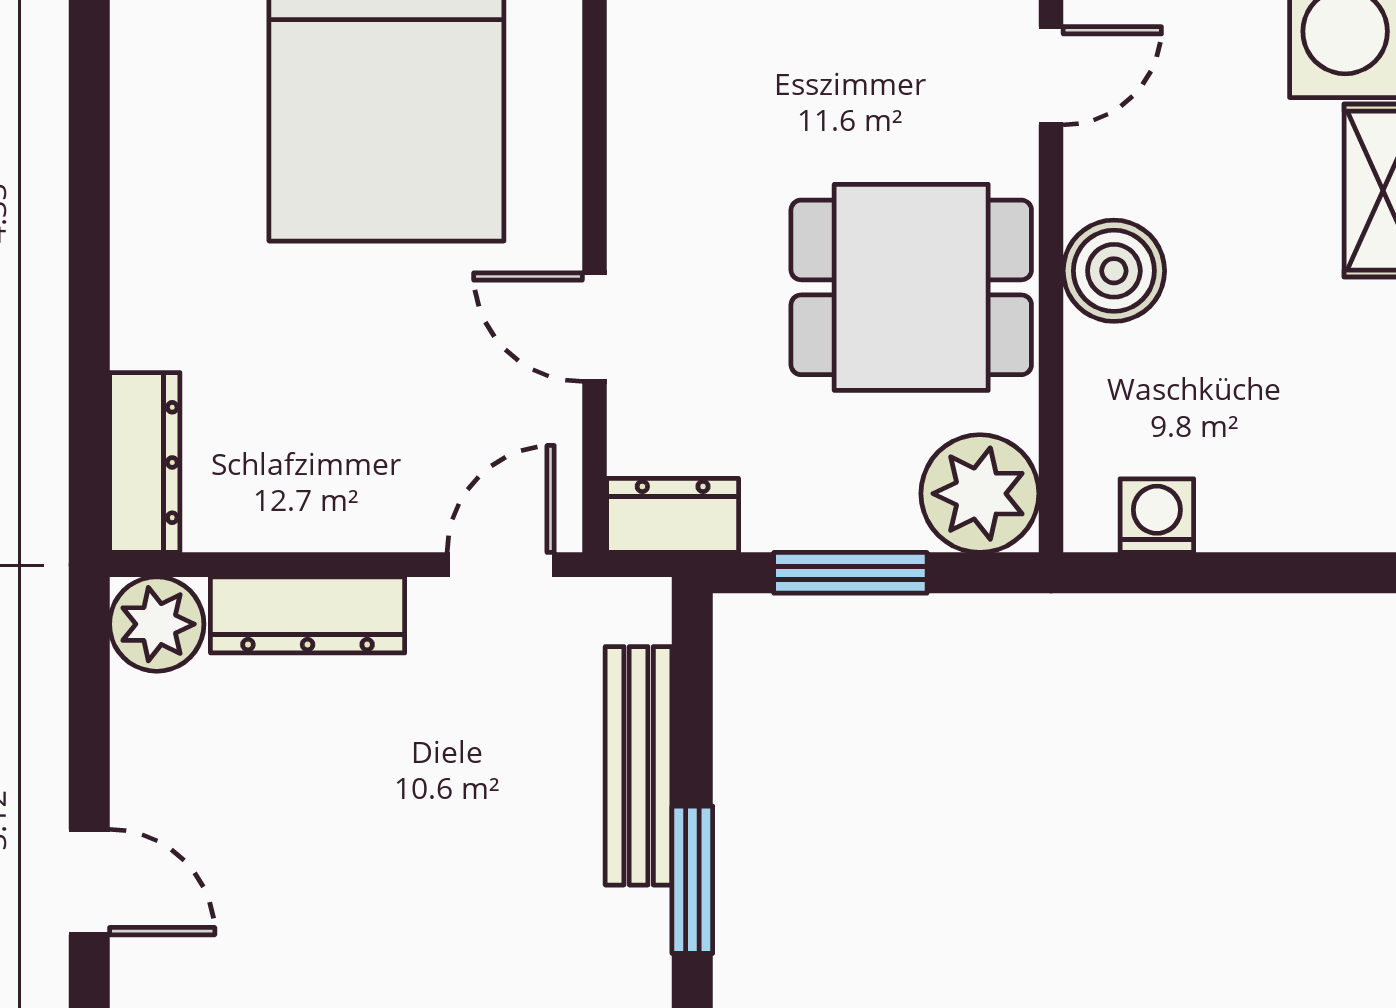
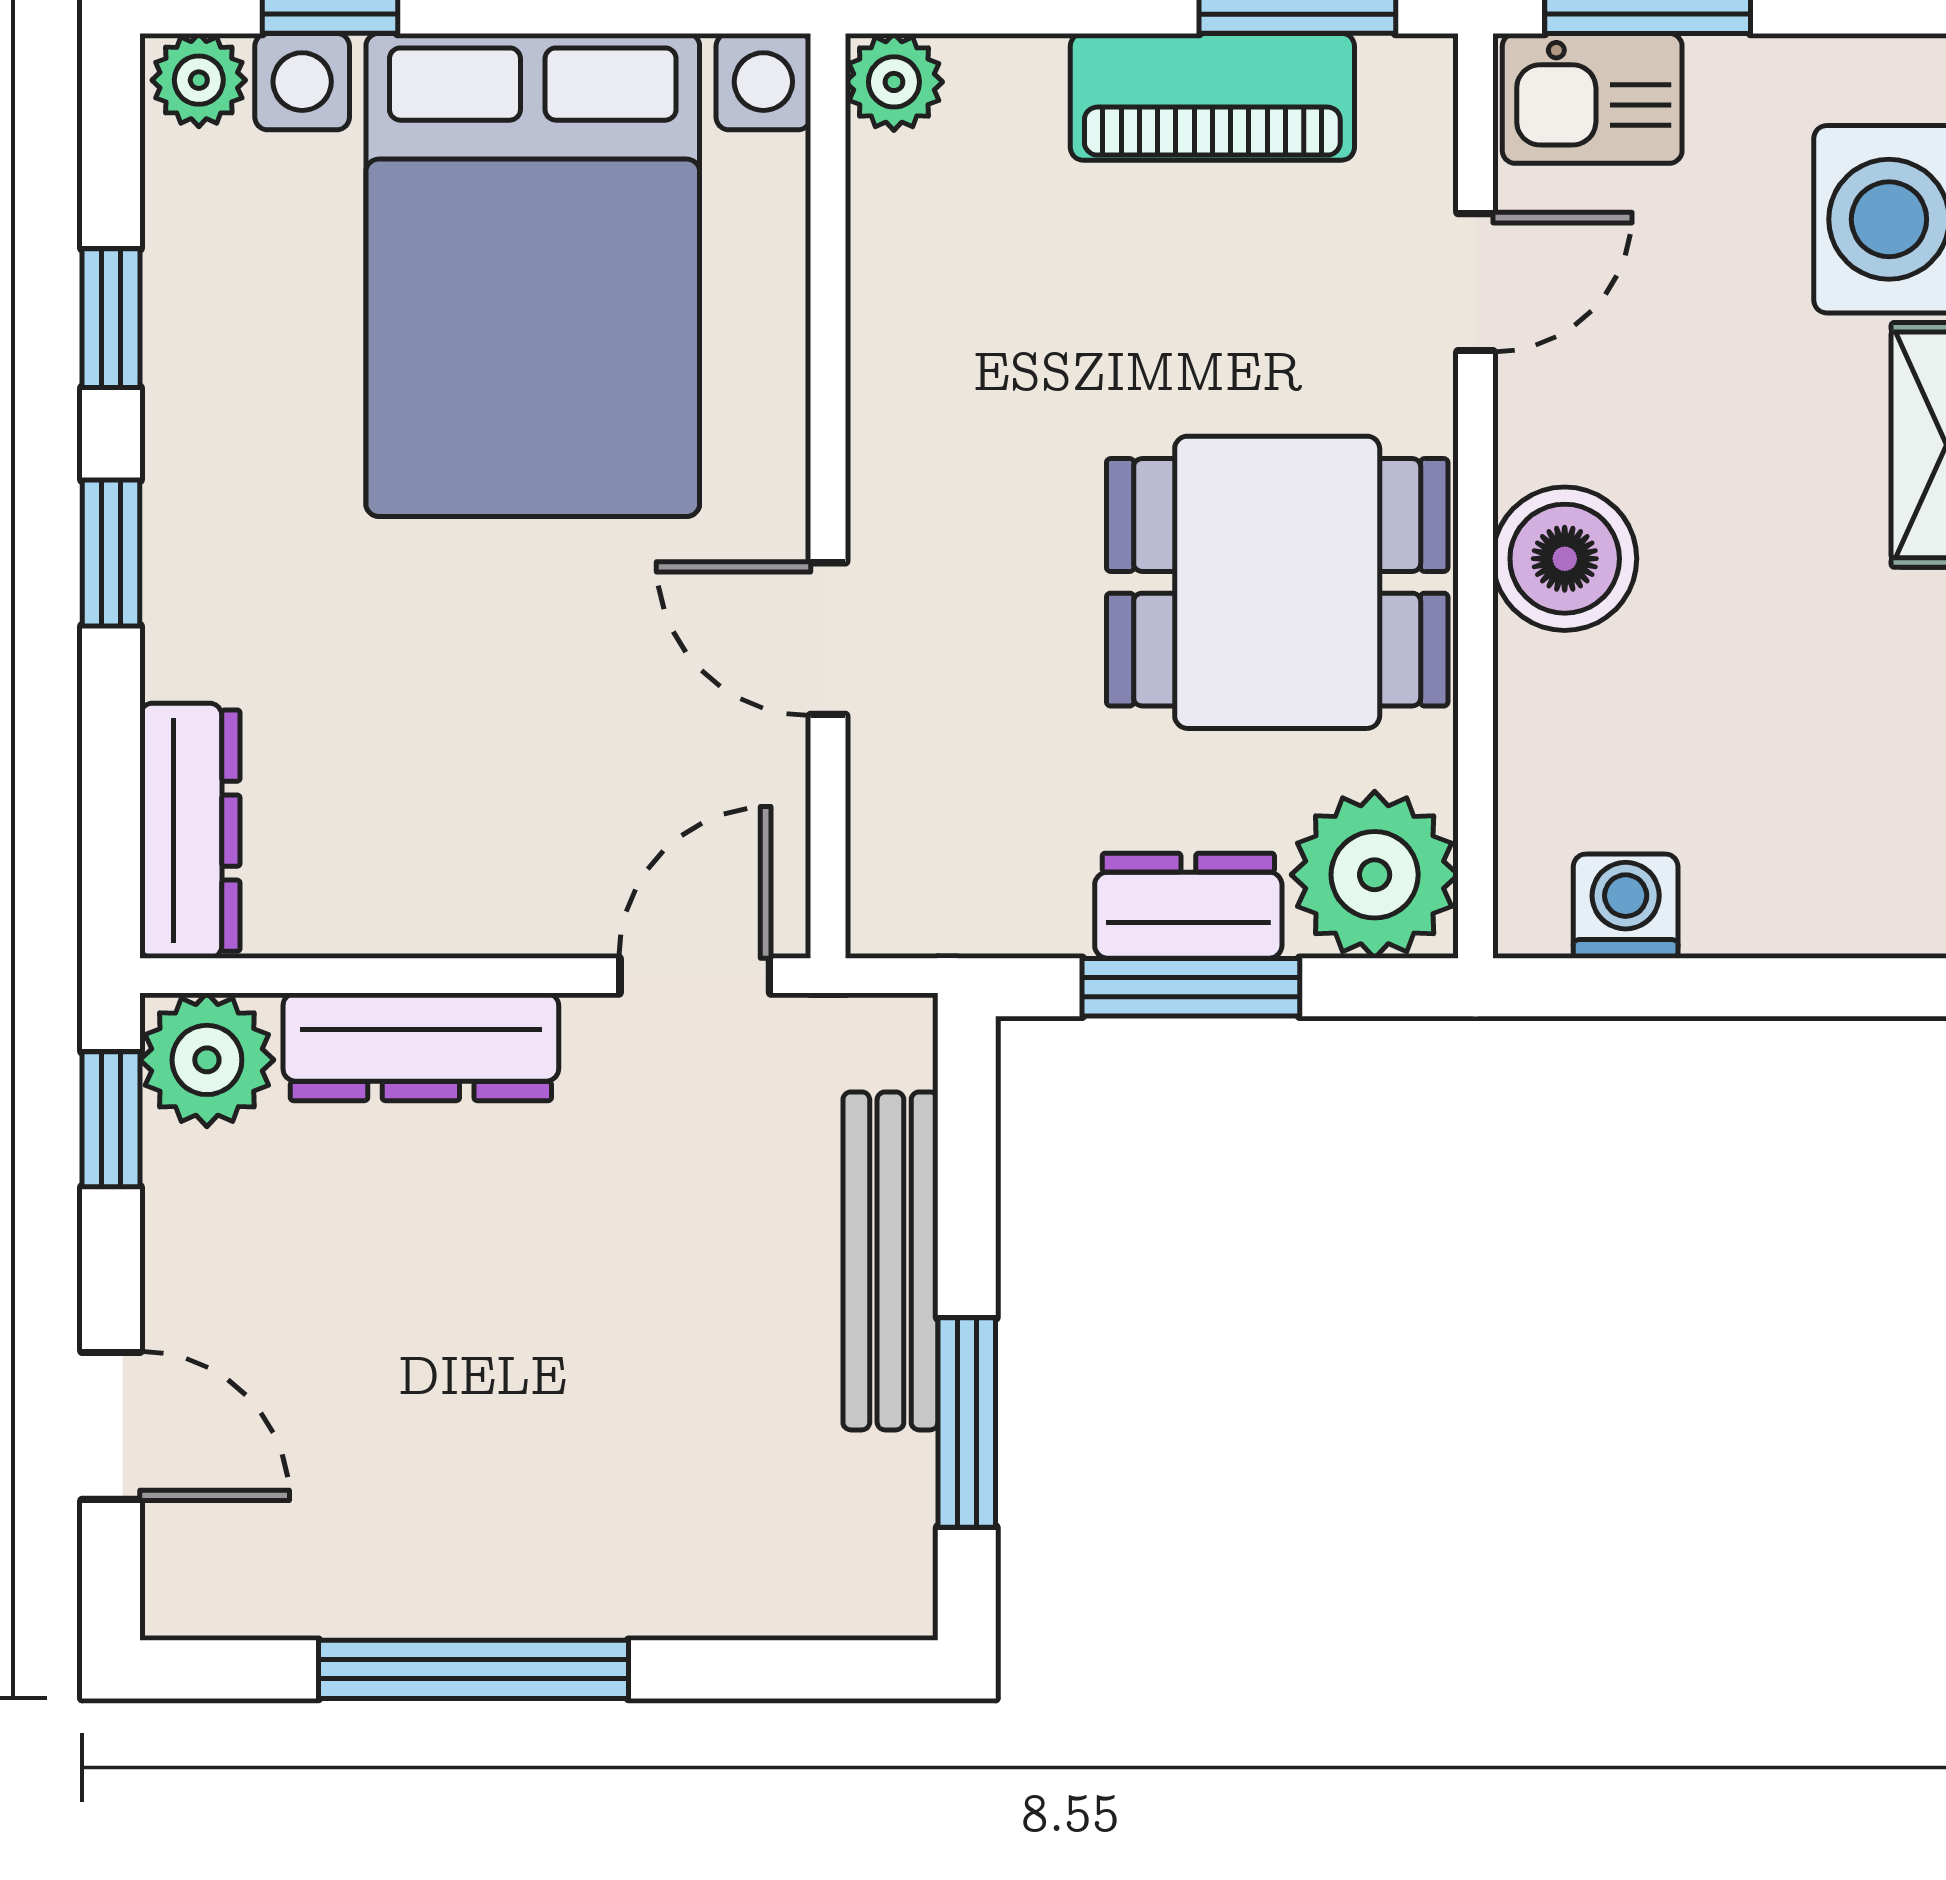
window: (89, 101) -> (111, 318), added
window: (89, 267) -> (111, 553), added
dresser: (673, 515) -> (1188, 906), moved
window: (89, 666) -> (111, 1119), added

